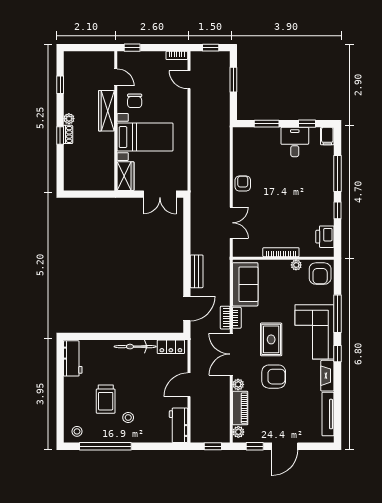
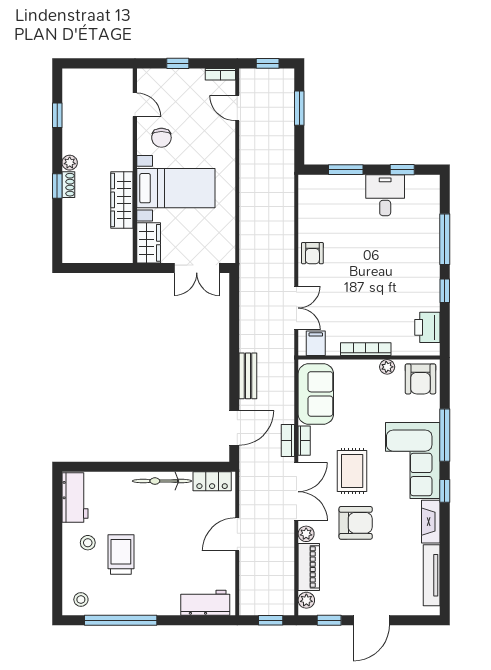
window: (132, 48) -> (178, 63), moved
wardrobe: (106, 111) -> (122, 200), moved
filing cabinet: (327, 136) -> (316, 343), moved, turned 180
armchair: (243, 183) -> (312, 253), turned 180
double door: (231, 354) -> (296, 492), swing flipped
trolley: (106, 399) -> (121, 554), turned 180
stool: (128, 418) -> (88, 543), moved
workbench: (178, 425) -> (205, 603), moved, turned 90

